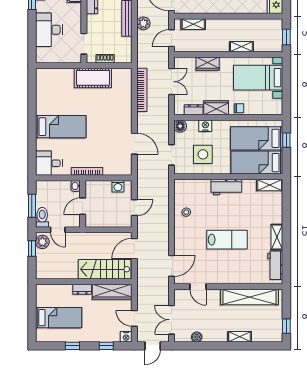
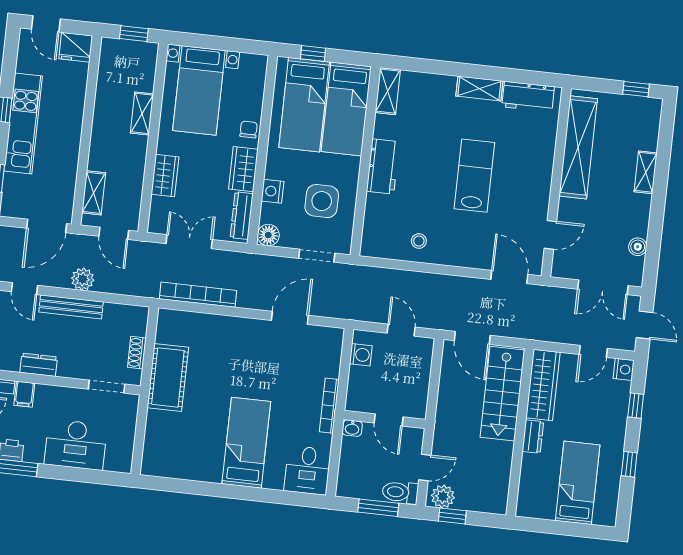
dresser: (194, 110) -> (242, 216), width x1.44

